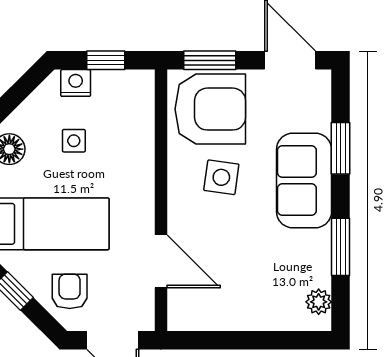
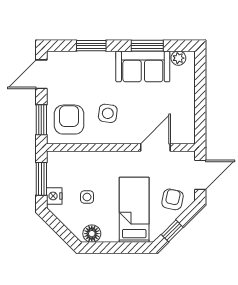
window: (106, 60) -> (41, 179), width x1.50
armchair: (210, 109) -> (69, 120), width x0.73, depth x0.73
sofa: (304, 181) -> (143, 66), moved
armchair: (70, 291) -> (173, 199), turned 102

